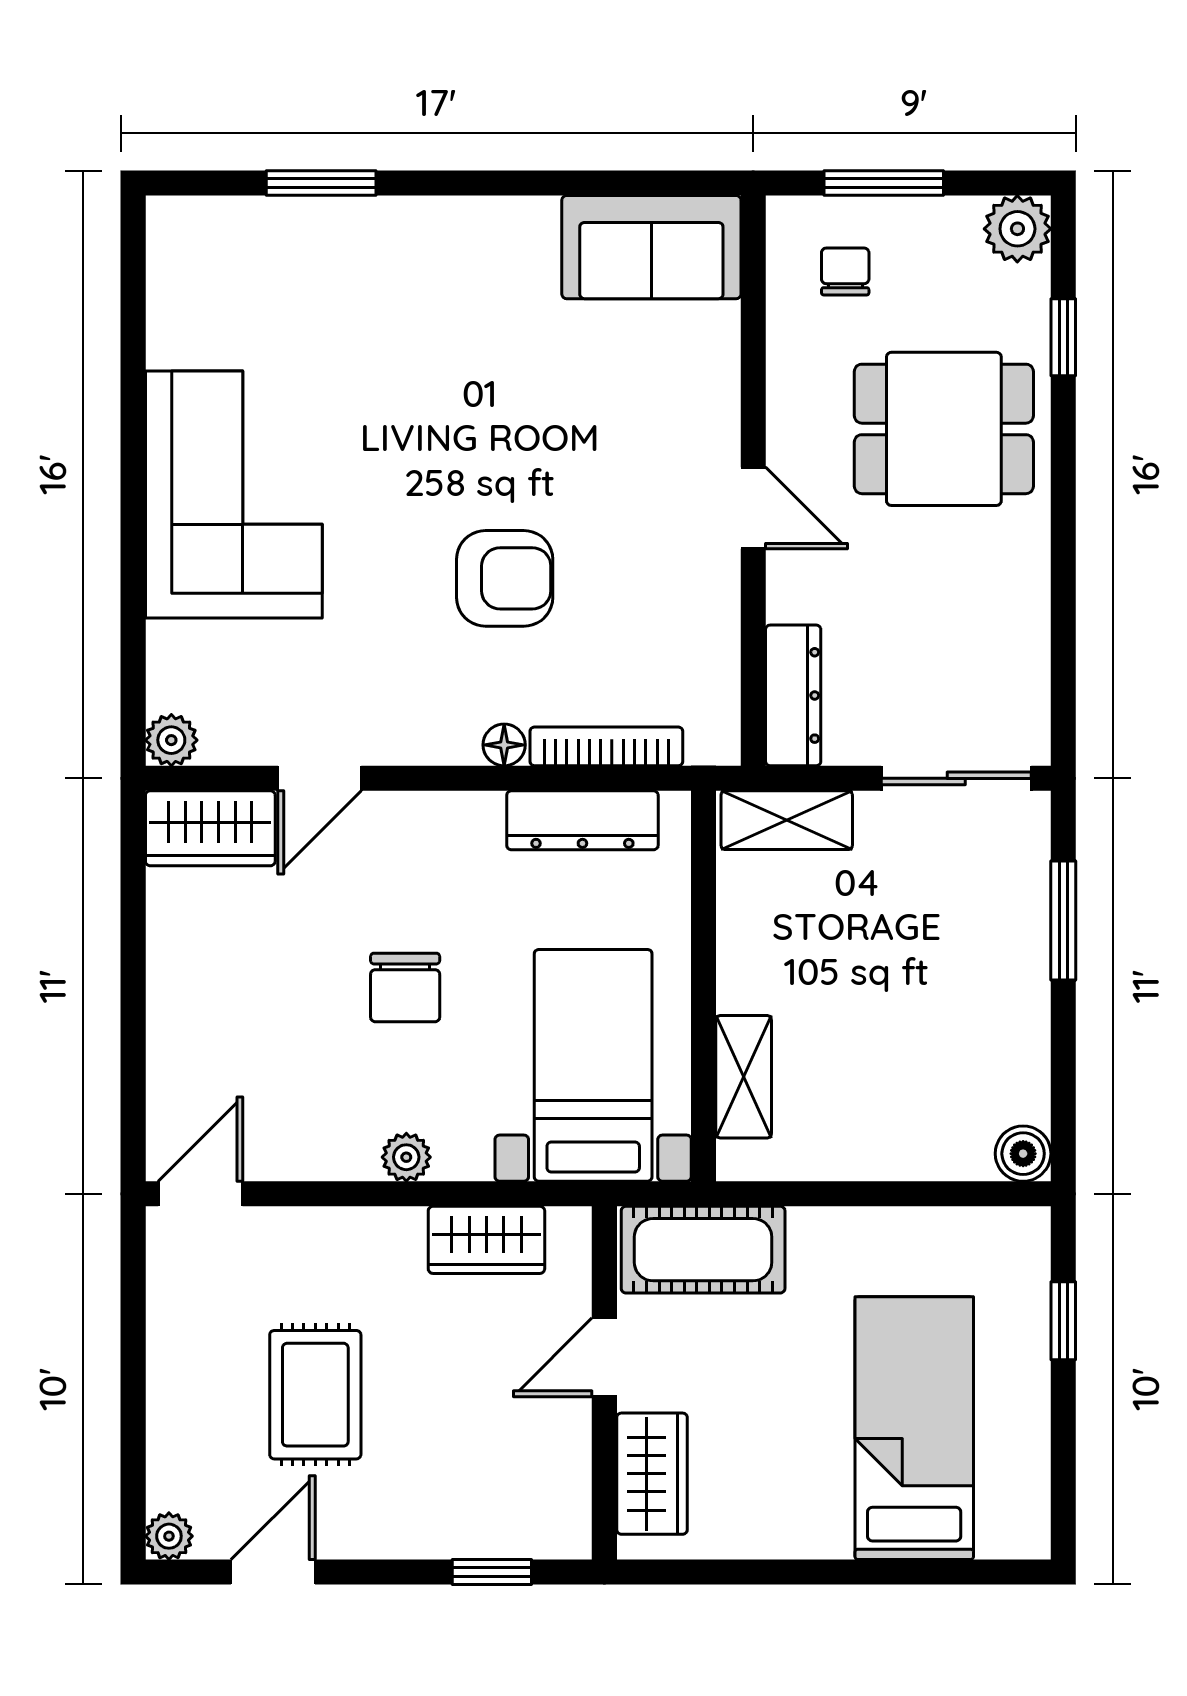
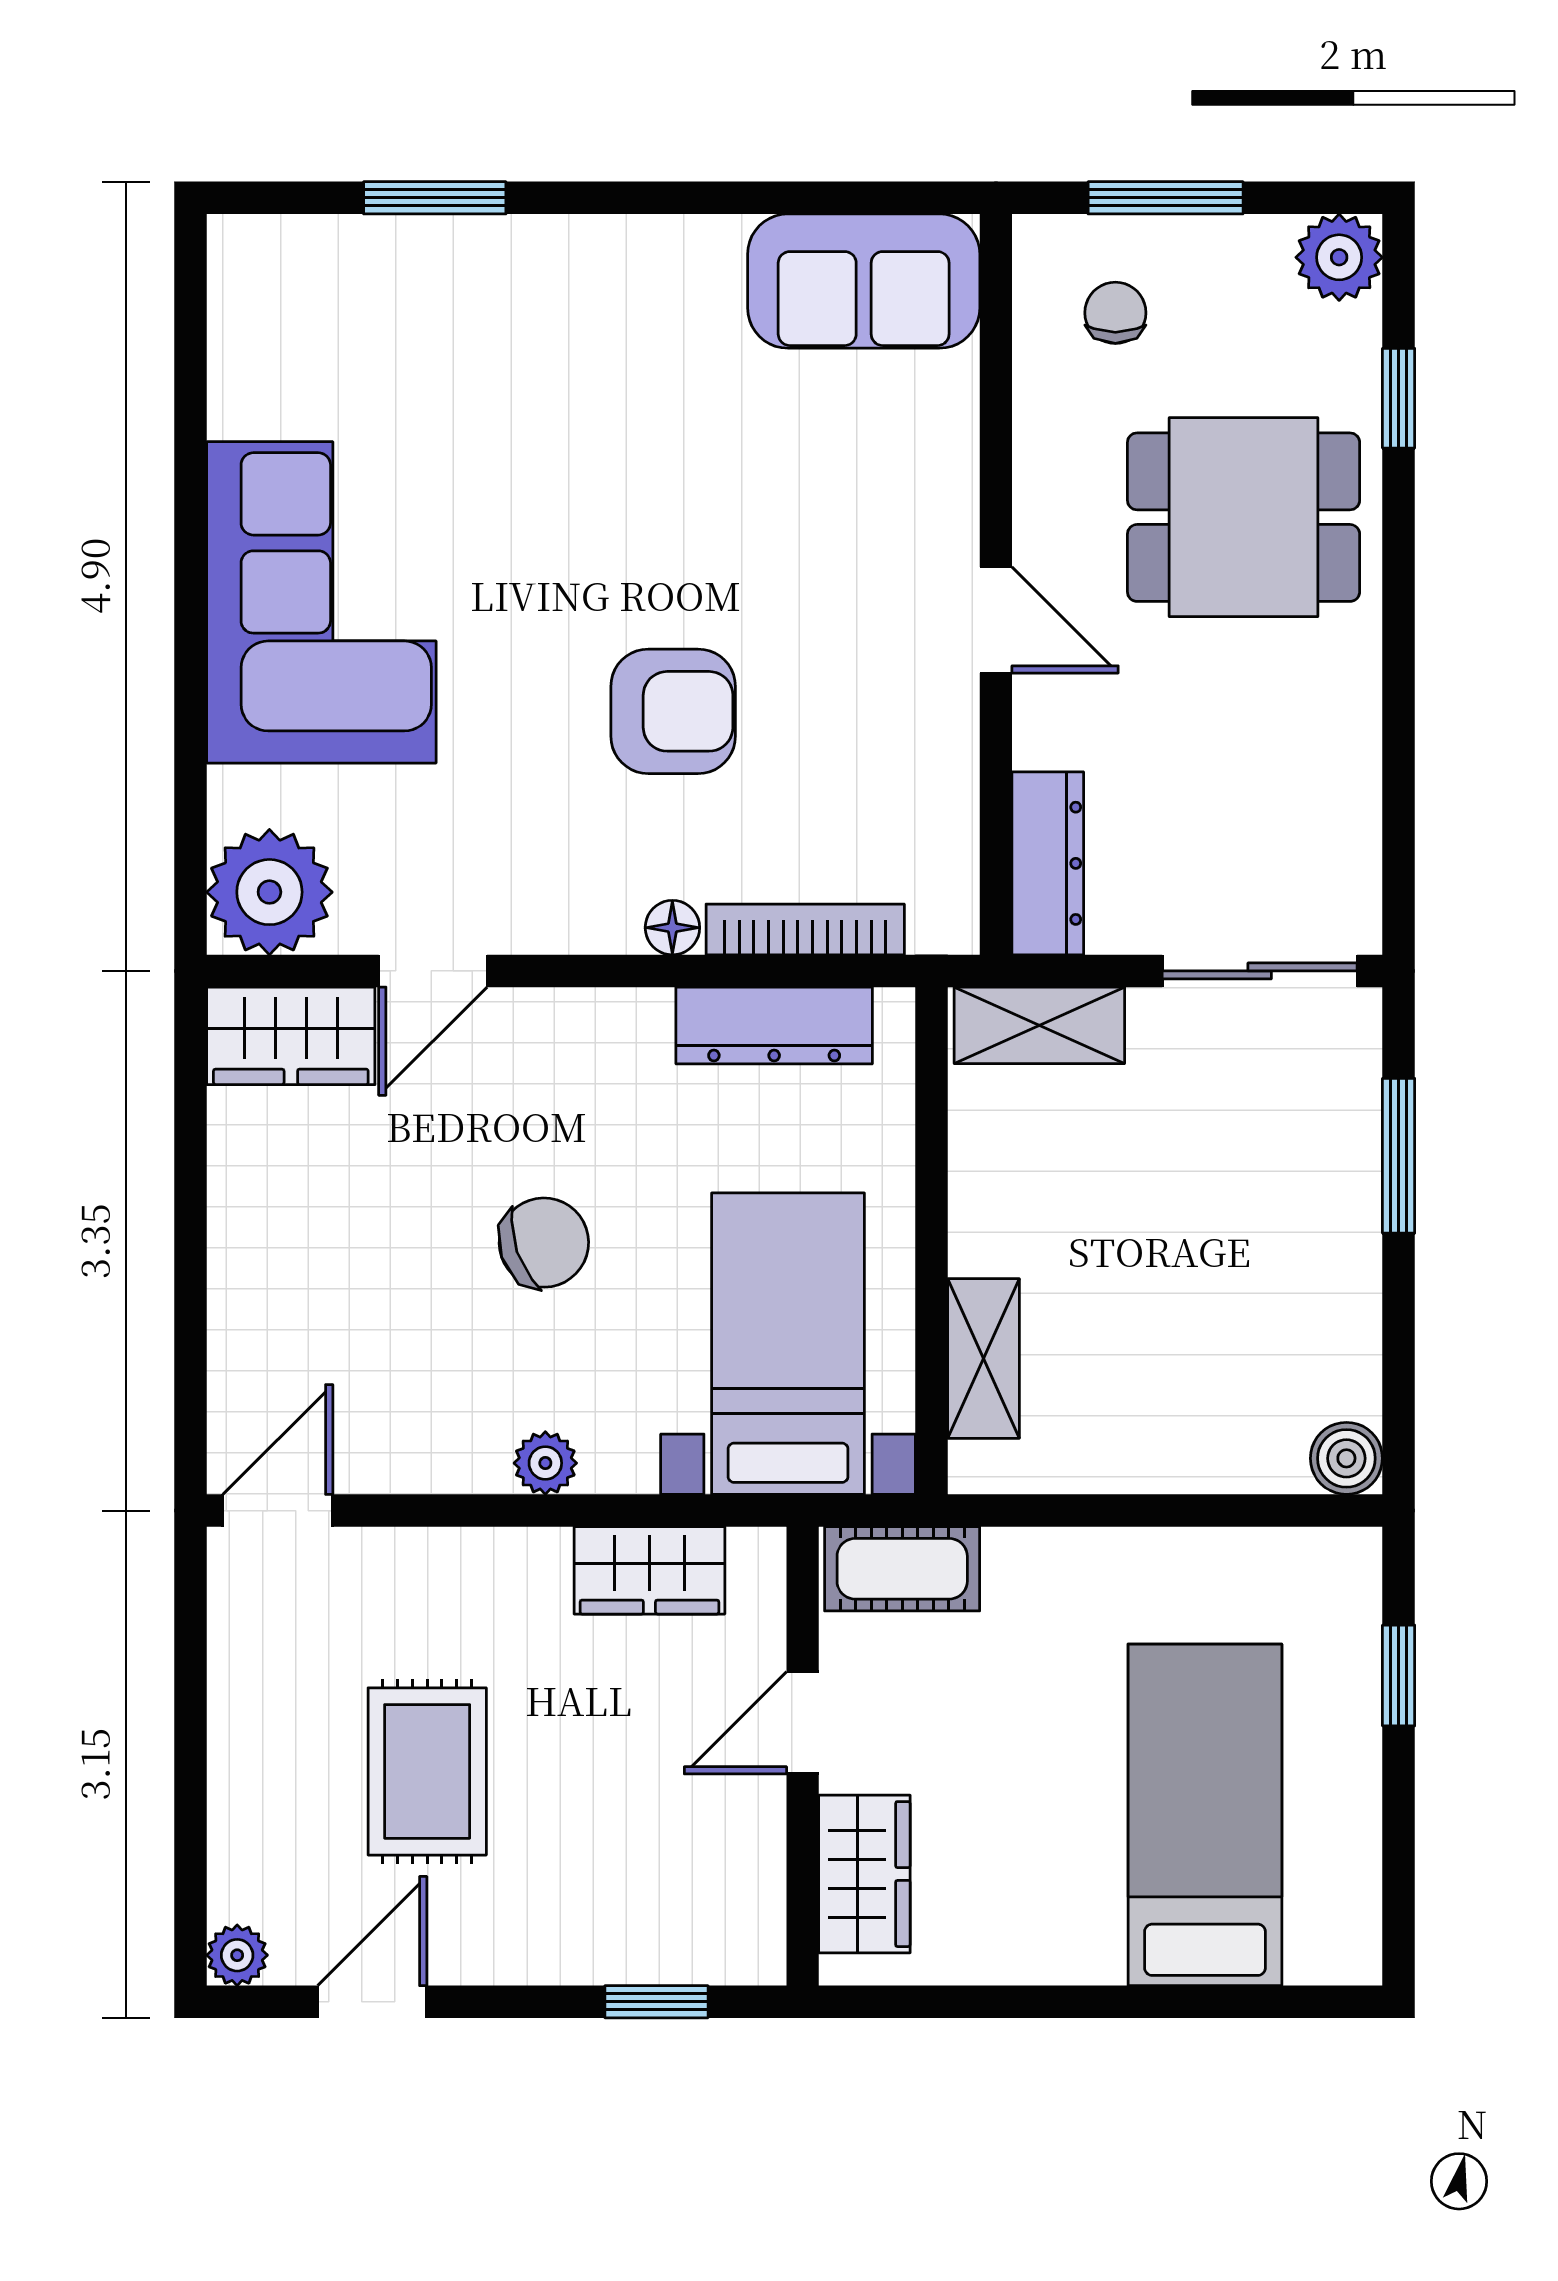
plant: (171, 740) -> (269, 892), width x1.87, depth x1.87
chair: (405, 987) -> (544, 1243), turned -109
cot: (703, 1250) -> (902, 1569), width x0.73, depth x0.75

